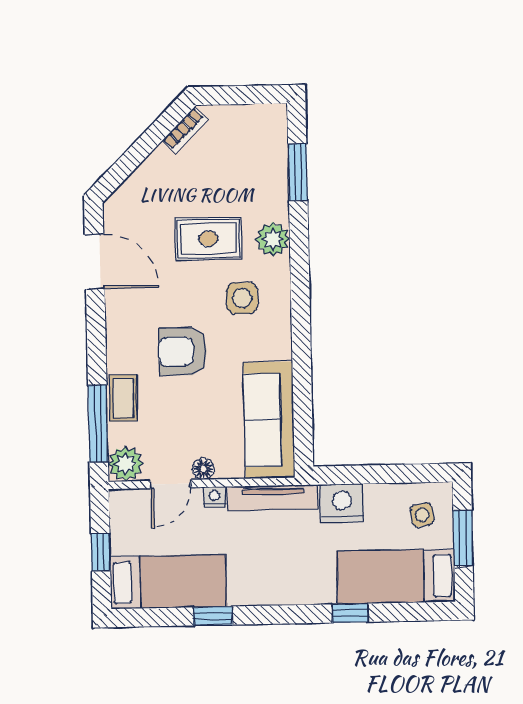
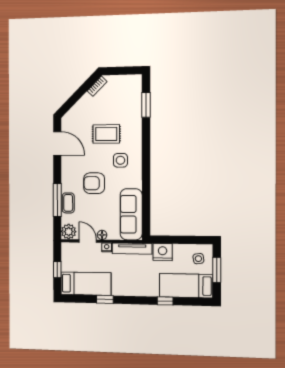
plant: (273, 239) -> (134, 134), removed
window: (98, 423) -> (57, 200), moved
door: (170, 484) -> (88, 241), swing flipped

